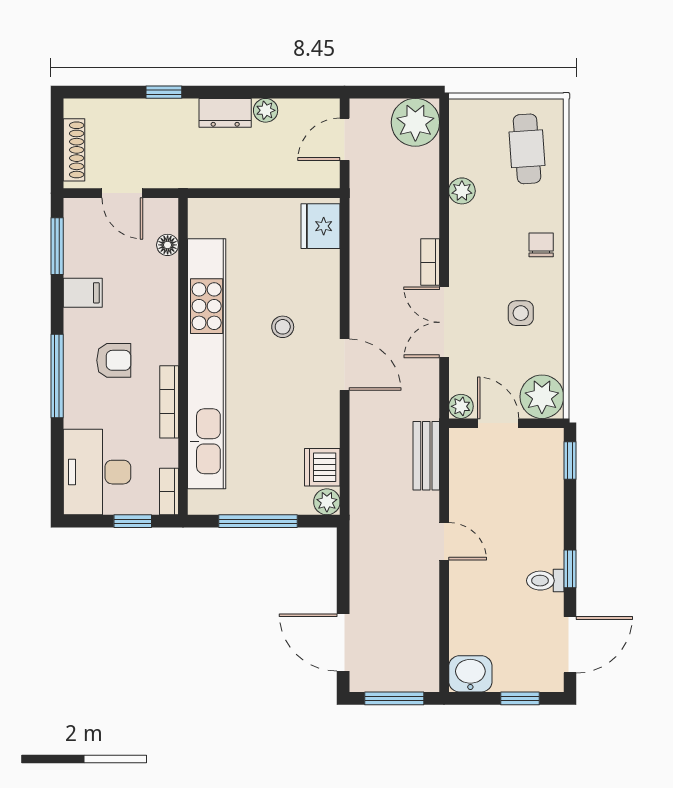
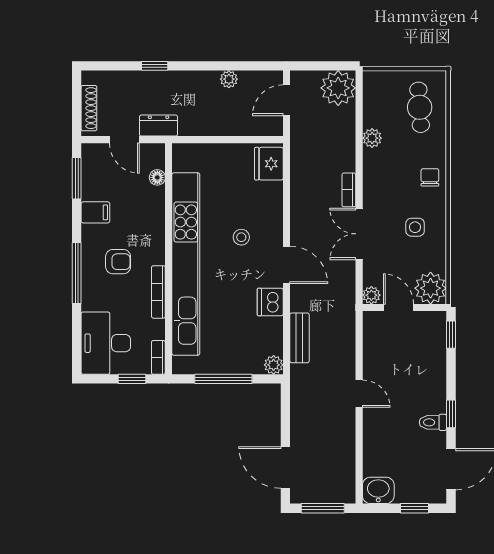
dresser: (225, 113) -> (159, 126), moved, turned 180
bench: (426, 456) -> (299, 338), moved
dishwasher: (322, 467) -> (270, 302), moved

